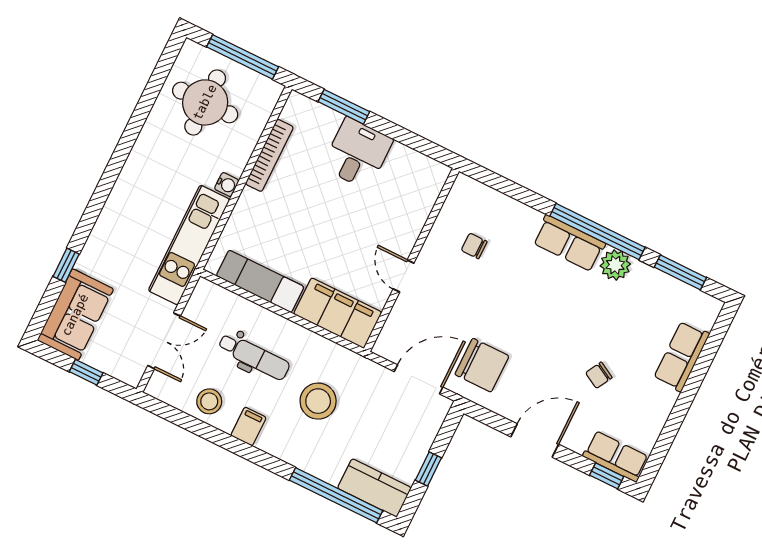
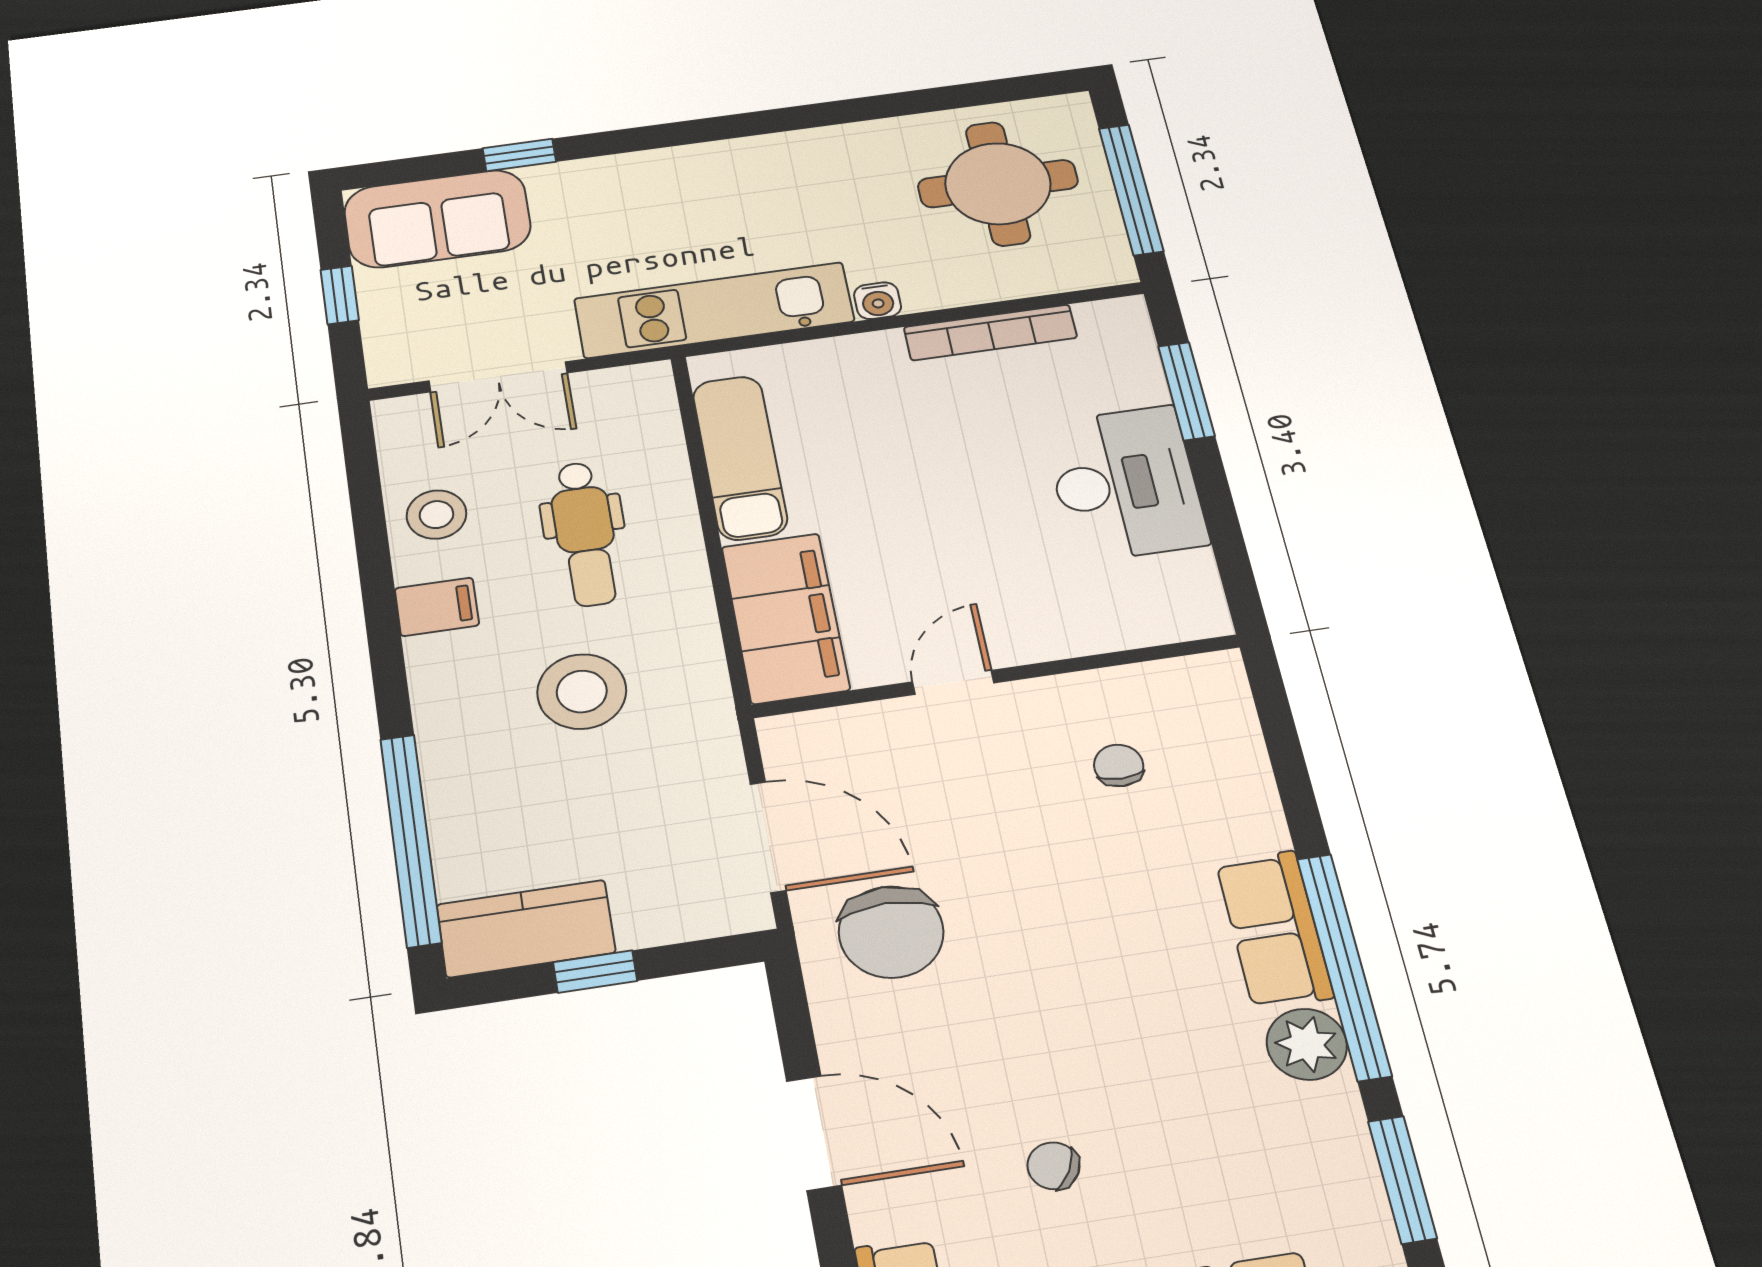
desk: (357, 153) -> (1125, 483), width x1.37
kitchen counter: (374, 488) -> (526, 929), moved, turned -90

